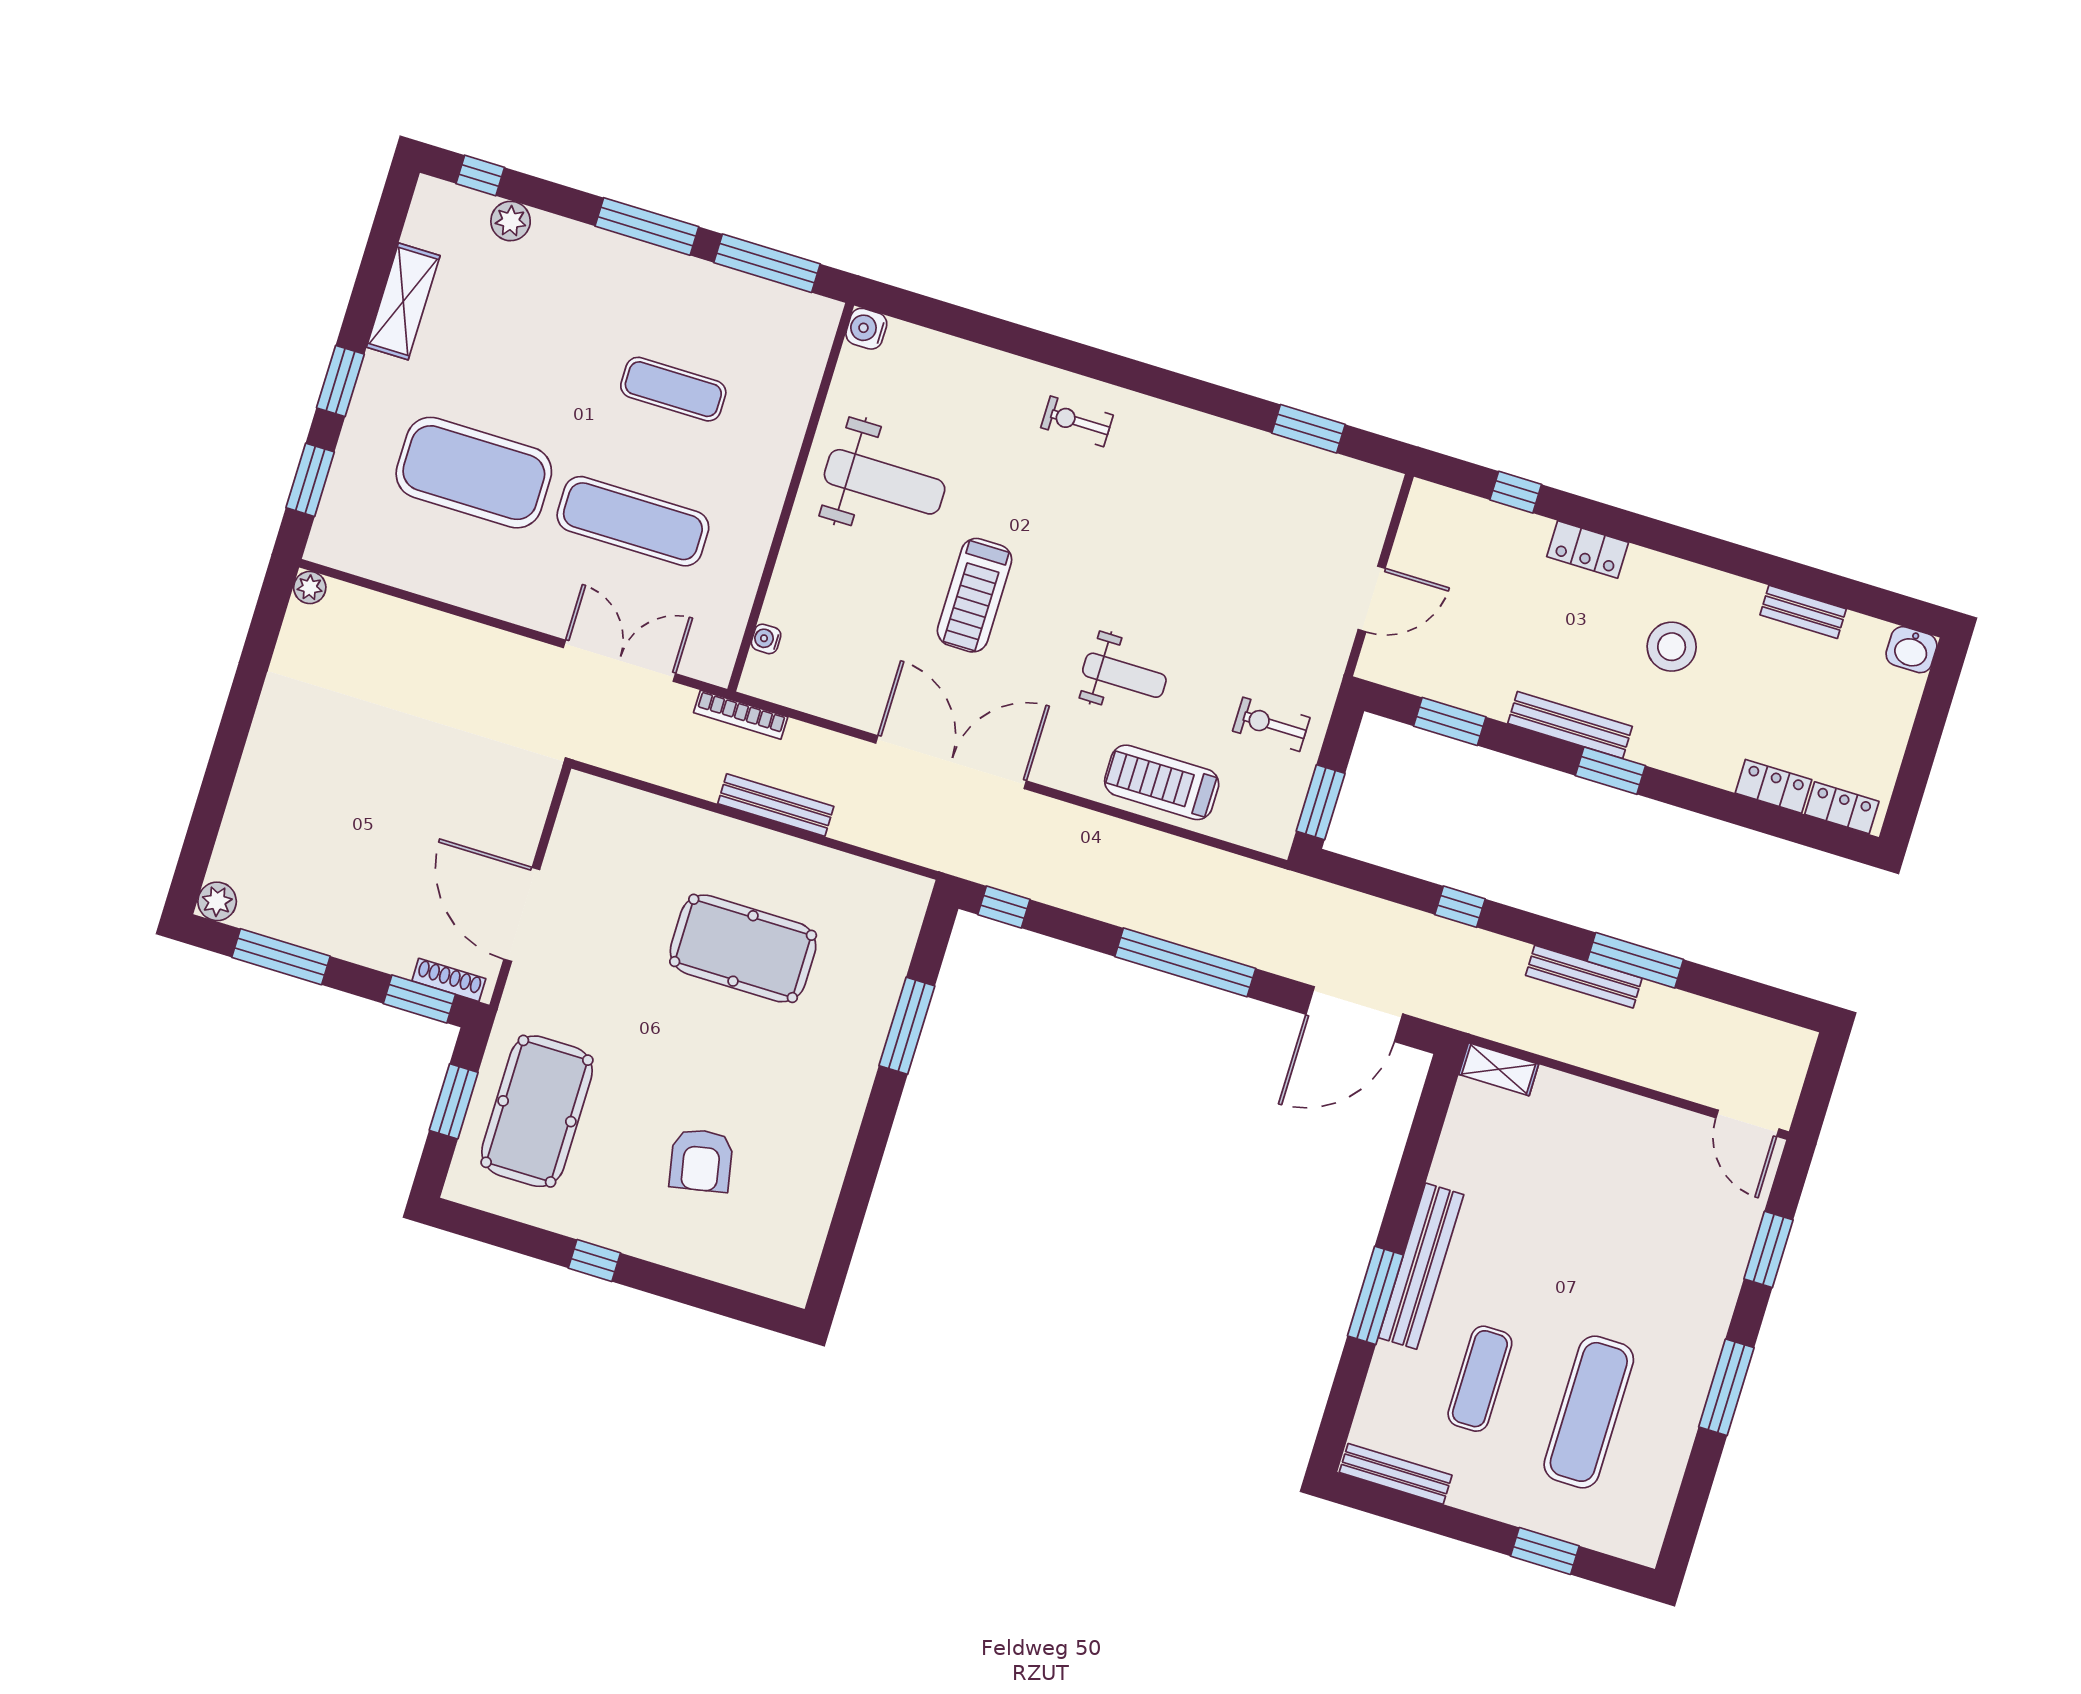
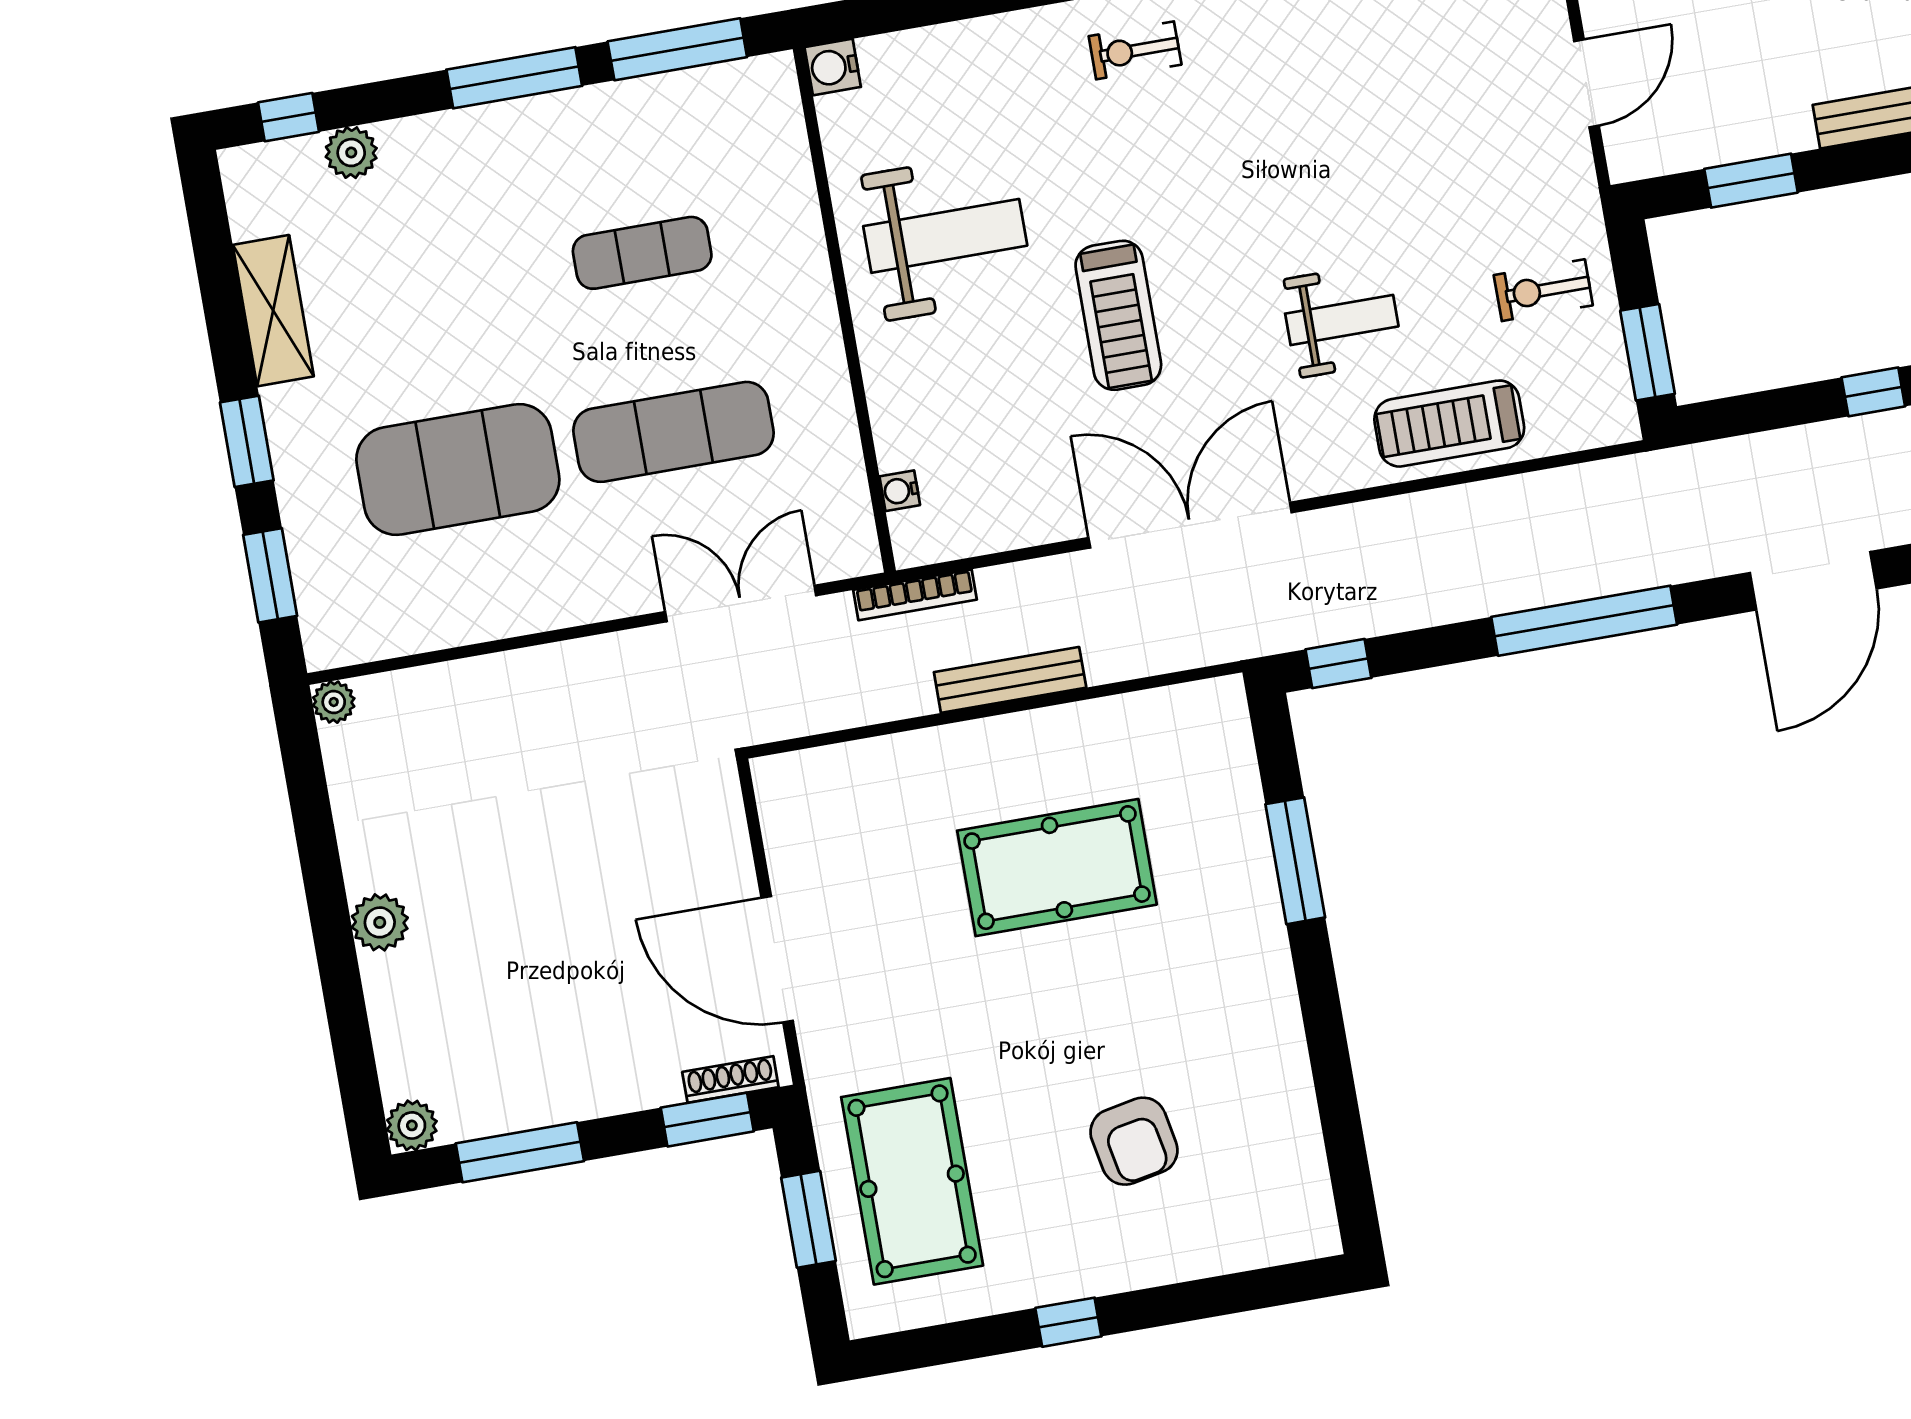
plant: (265, 753) -> (380, 922), added

